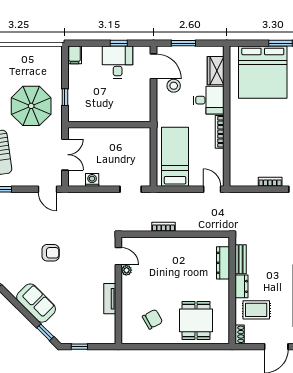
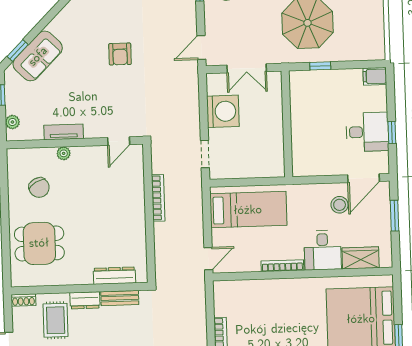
washing machine: (92, 180) -> (223, 111), width x1.89, depth x1.89
bookcase: (164, 227) -> (158, 198), width x1.56
plant: (126, 270) -> (64, 153), moved
sofa: (36, 303) -> (38, 56), moved
plant: (101, 338) -> (12, 122), added

